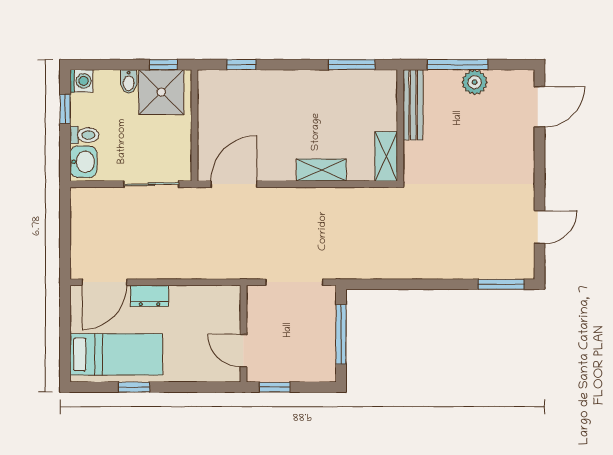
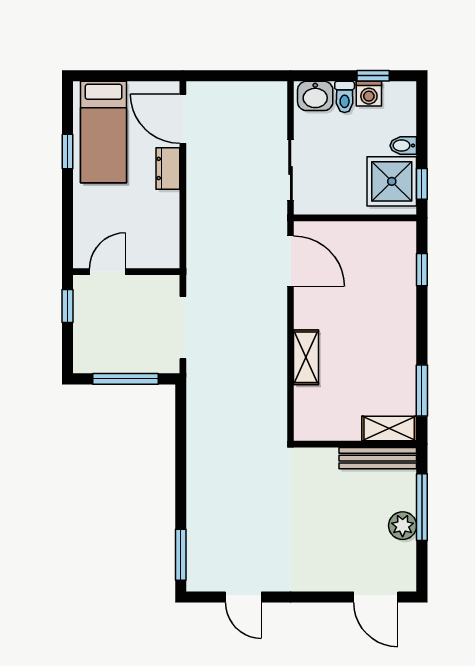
washing machine: (81, 81) -> (369, 94), moved
shelving: (386, 156) -> (389, 428), moved

